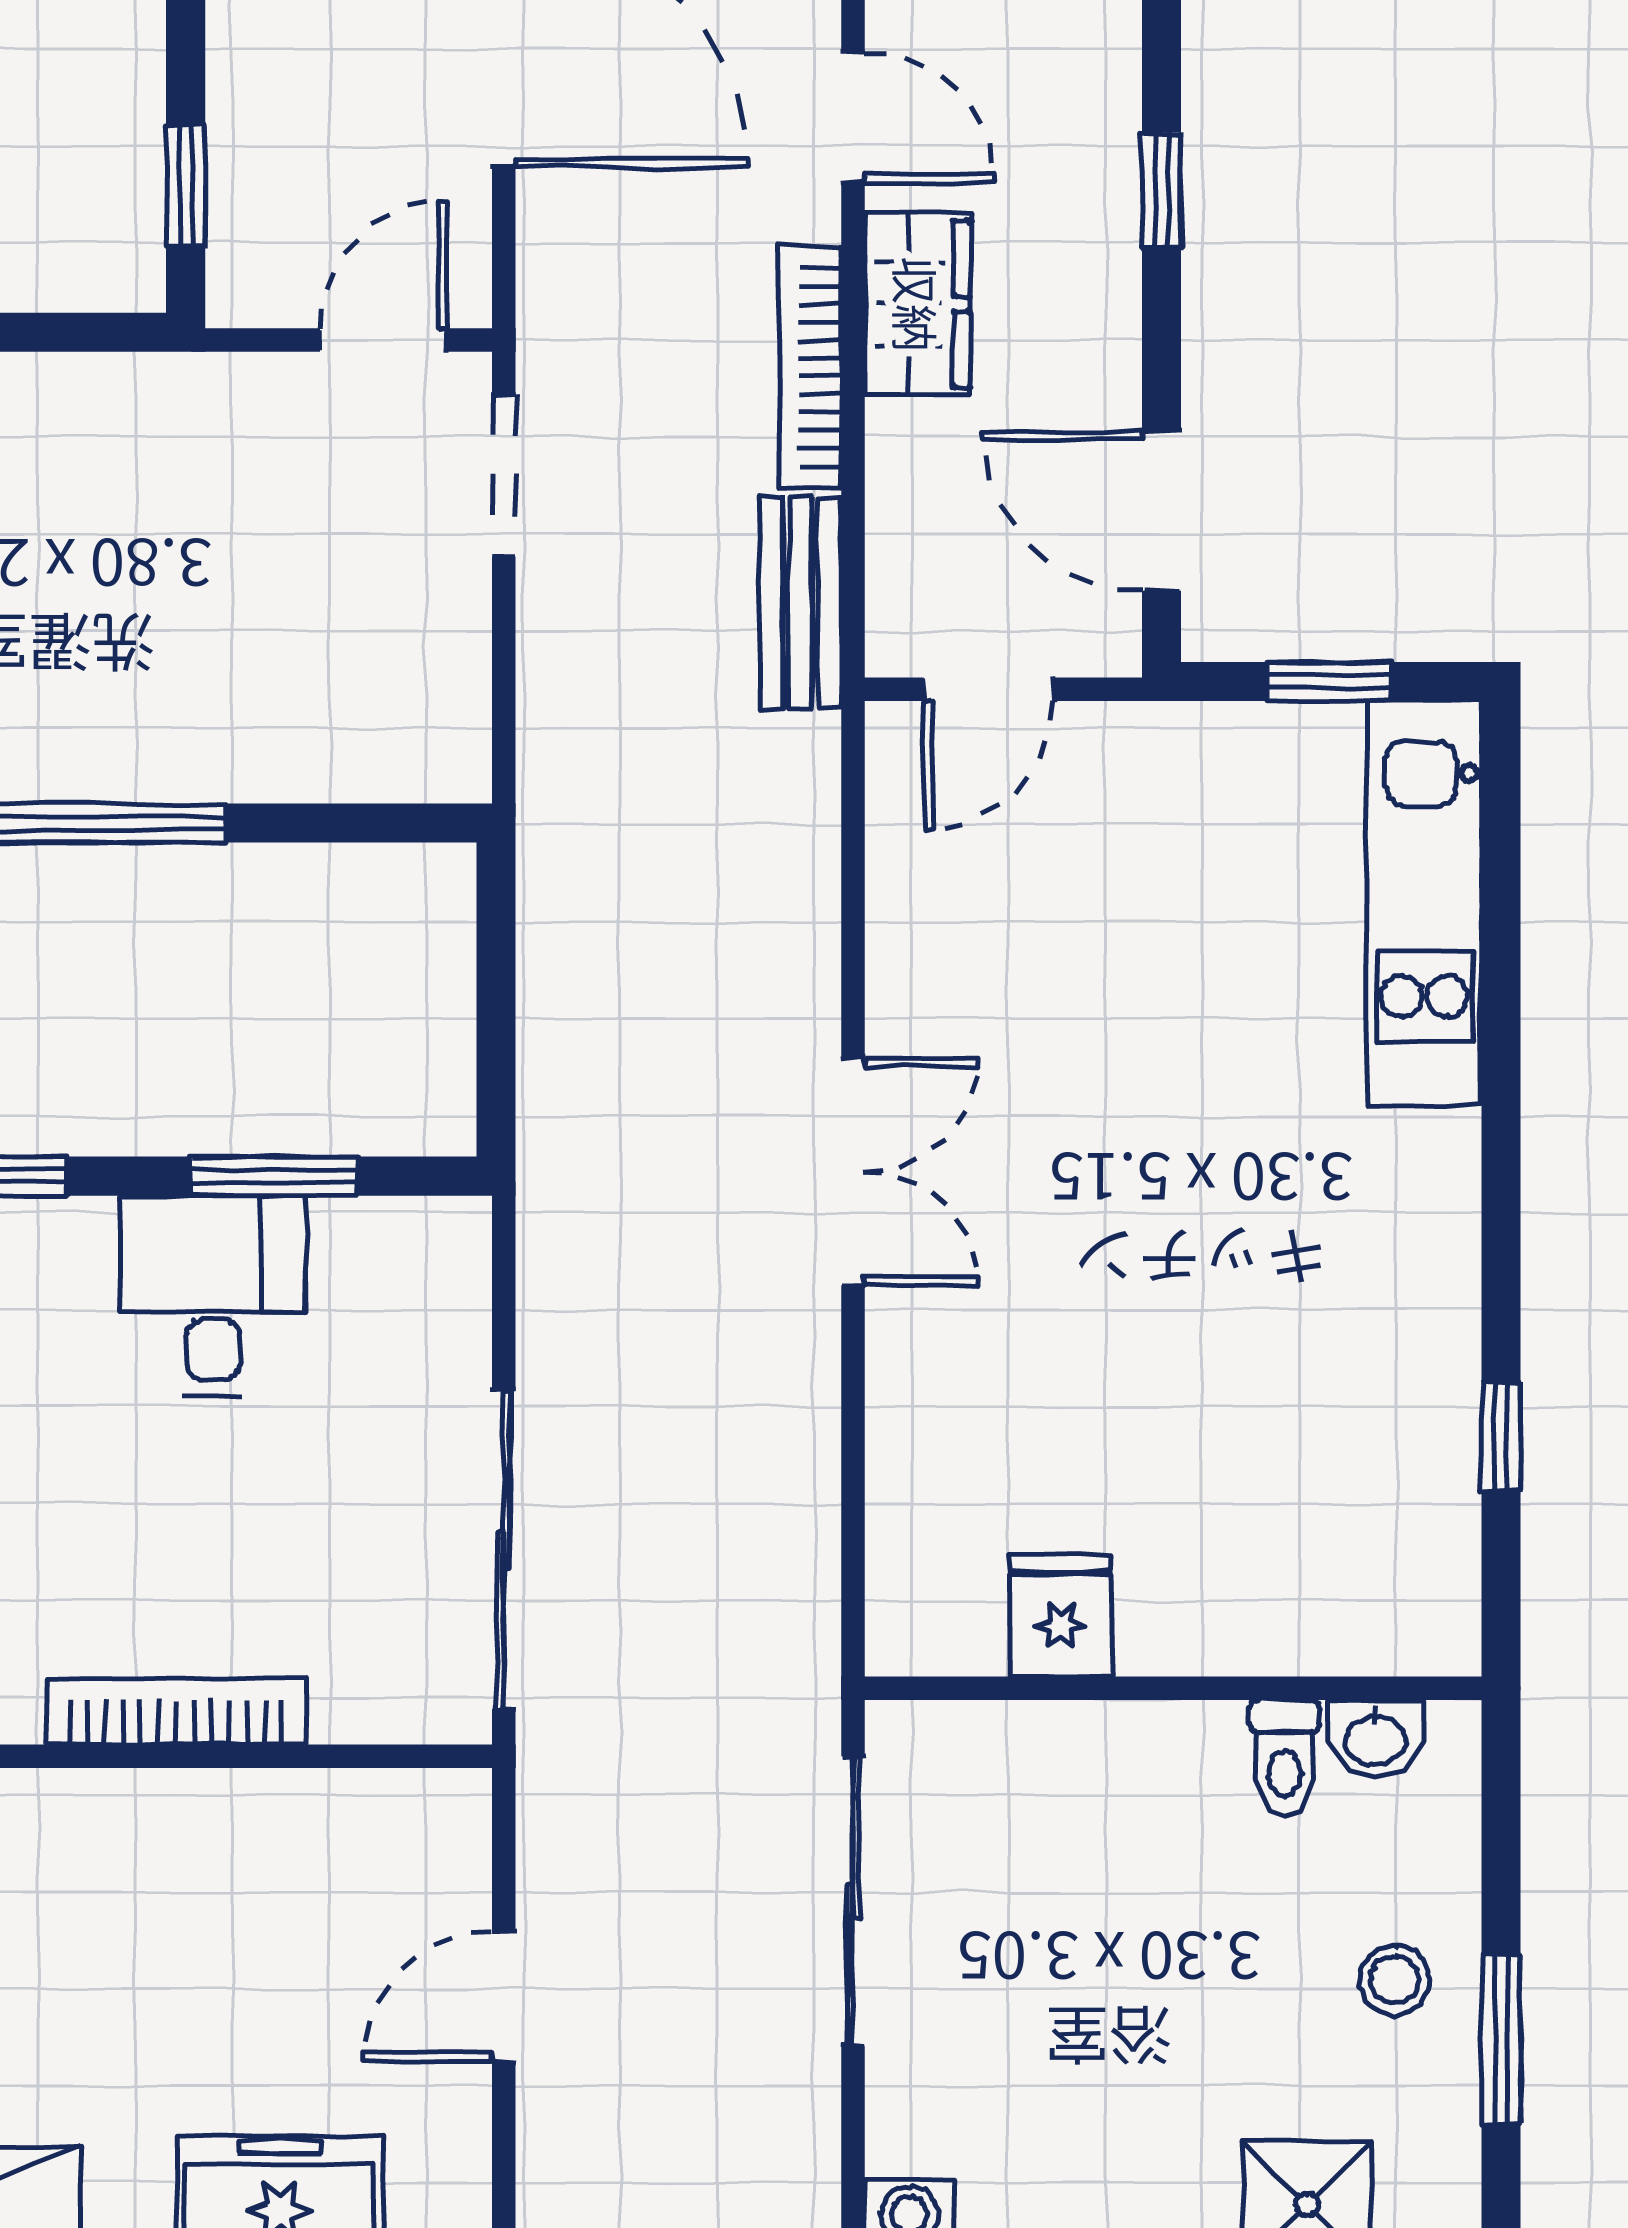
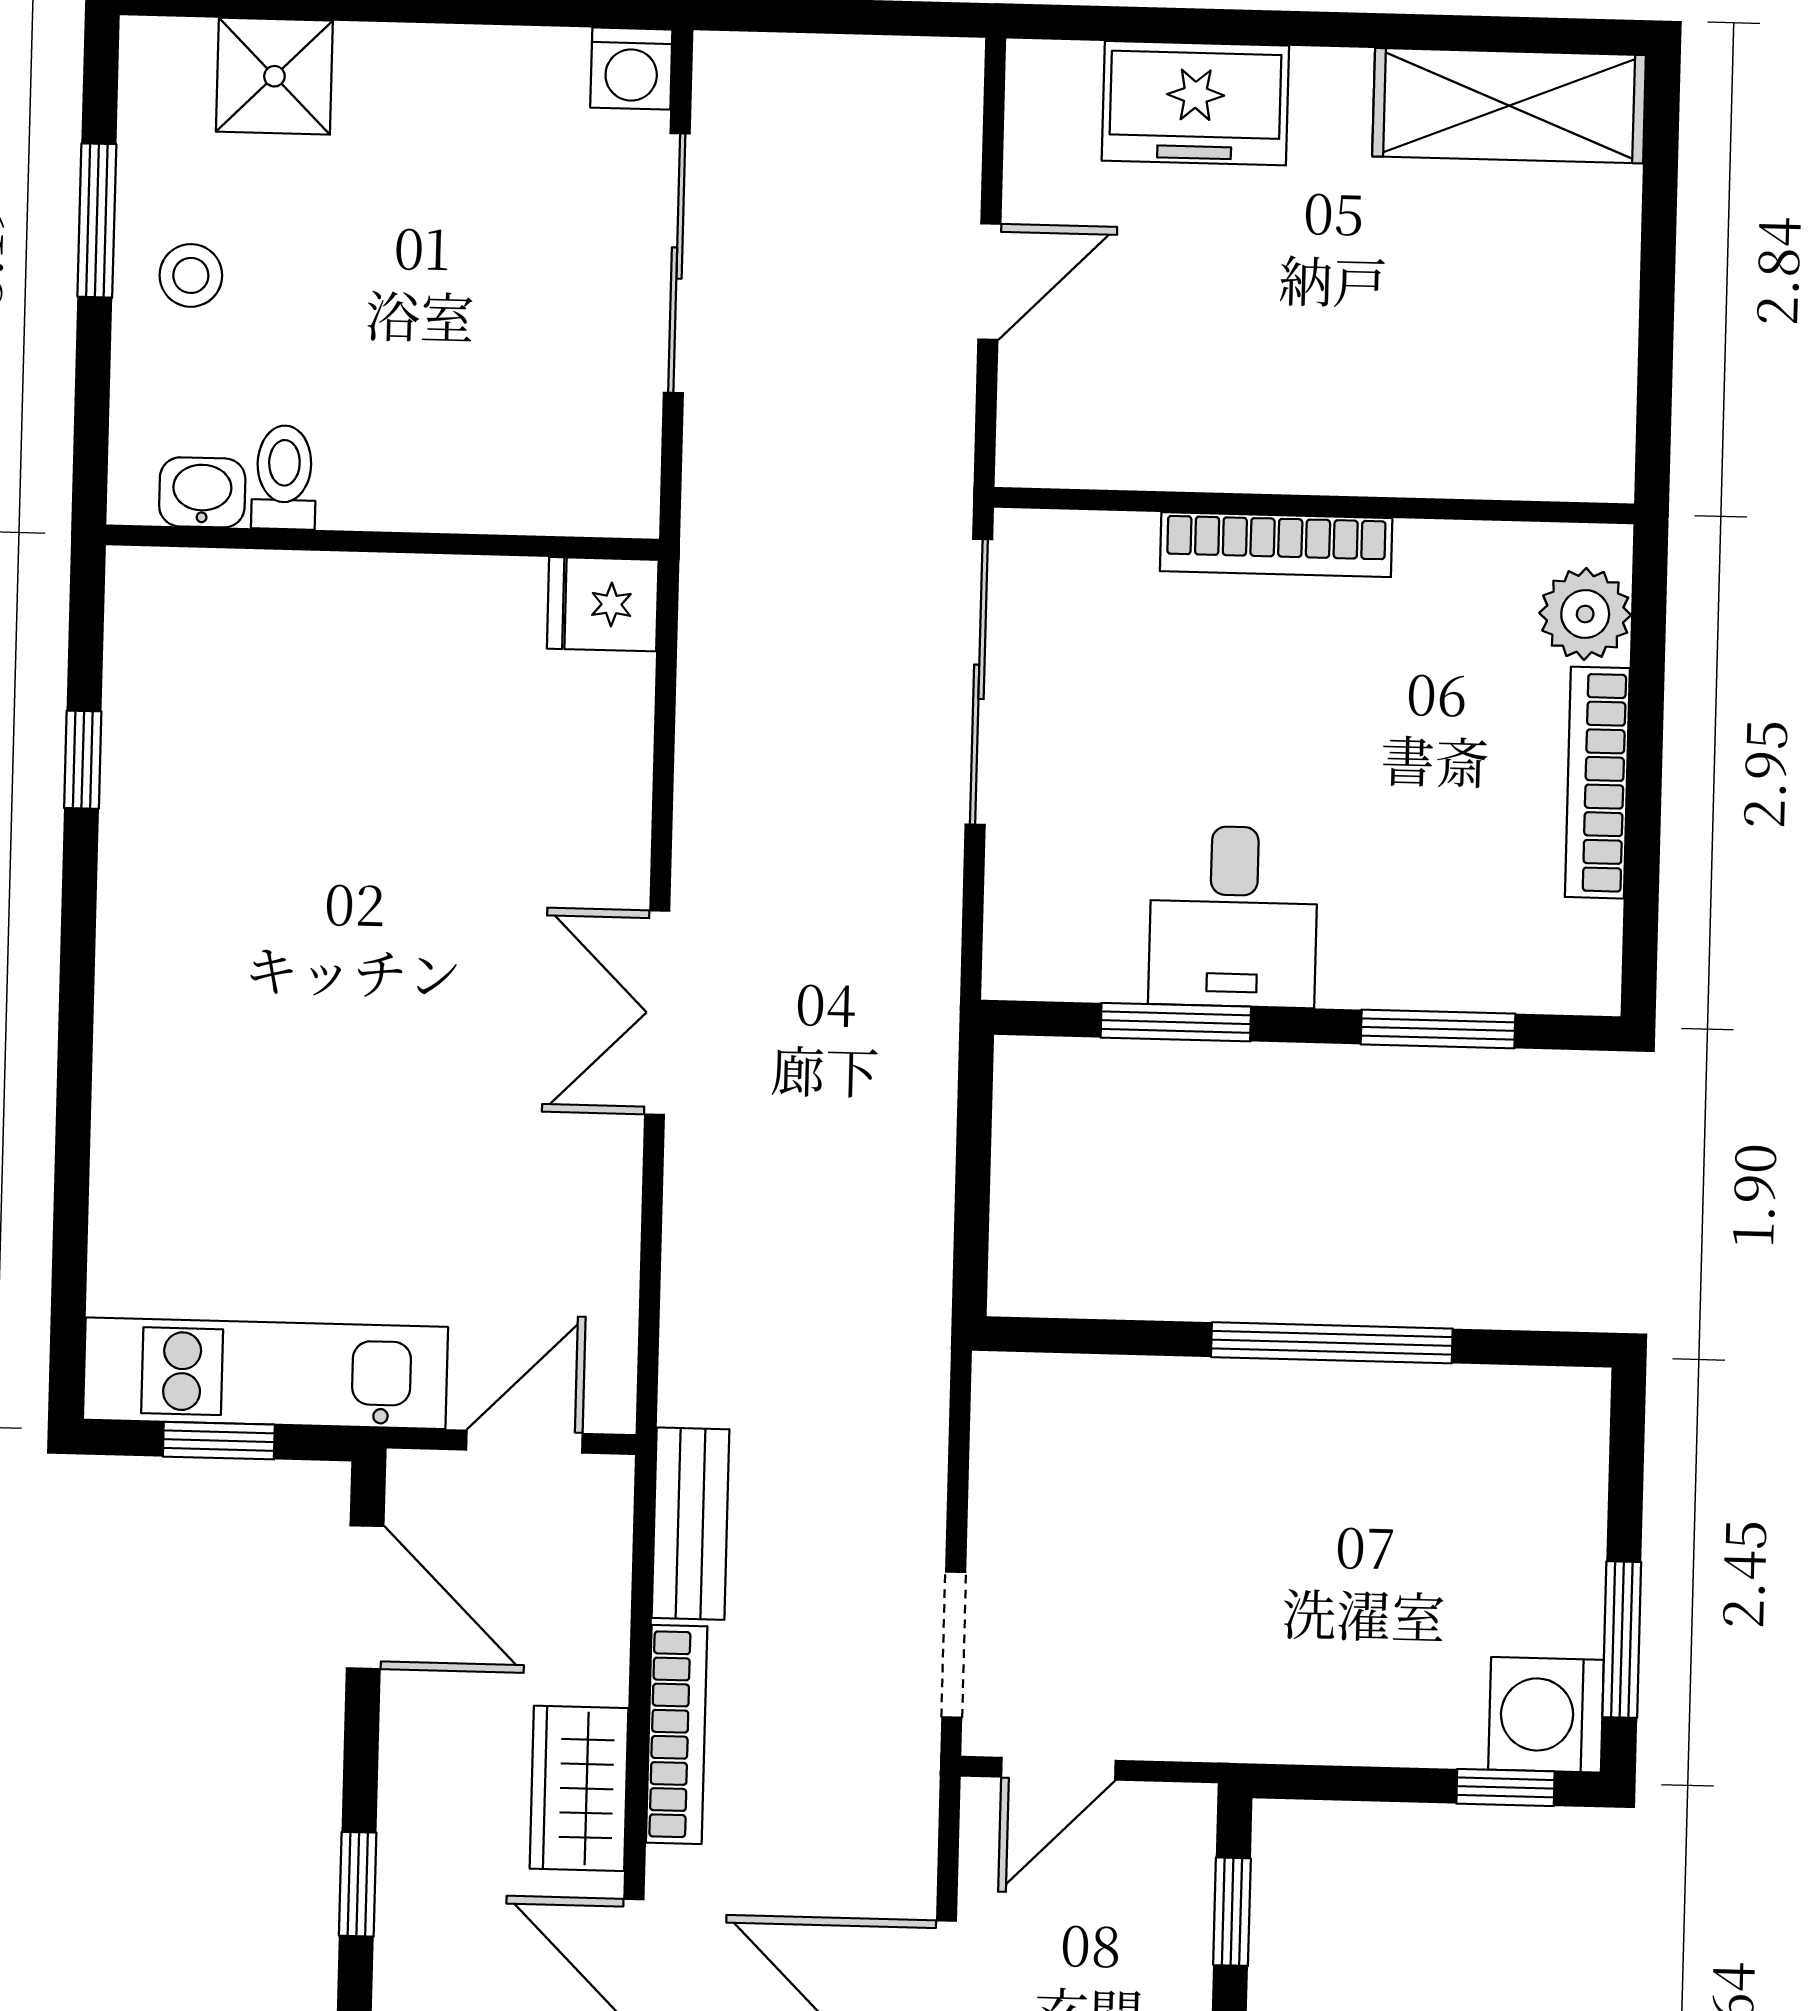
kitchen unit: (1425, 903) -> (265, 1373), moved, turned -90
fridge: (1061, 1616) -> (603, 604), moved, turned 90
sliding door: (853, 1901) -> (677, 263), moved

